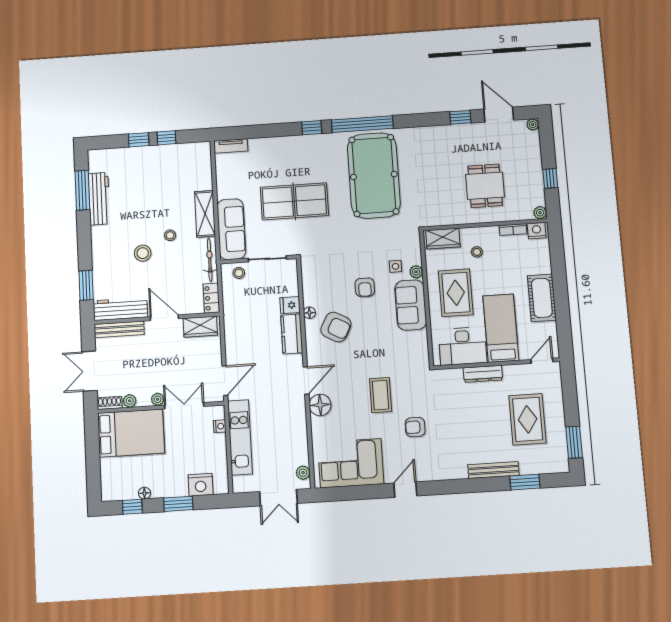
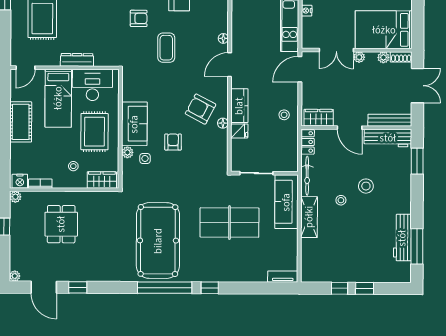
stool: (239, 273) -> (284, 115), moved
floor lamp: (320, 405) -> (223, 38), width x0.53, depth x0.53
nightstand: (220, 426) -> (307, 11), moved

